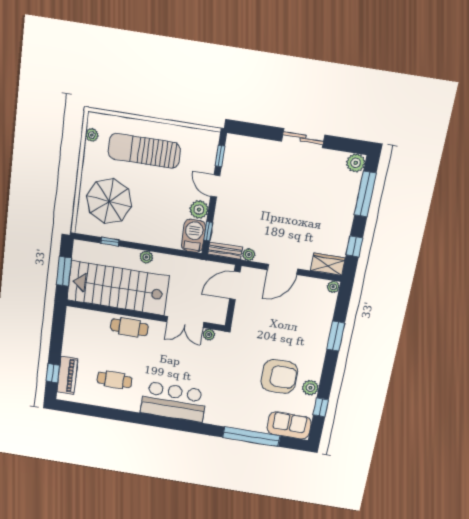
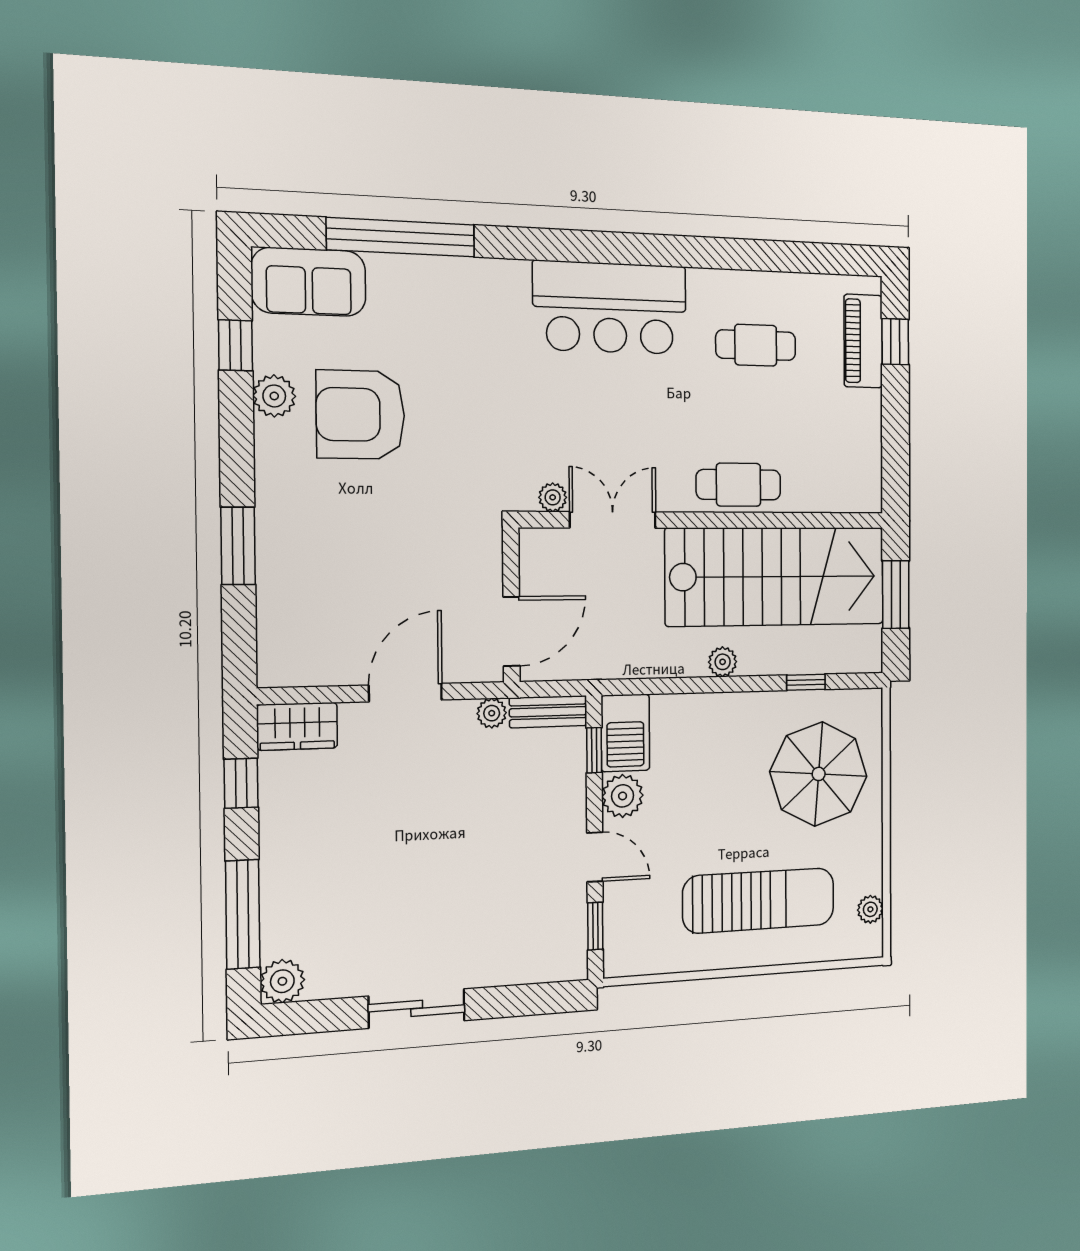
plant: (333, 287) -> (272, 673), removed

